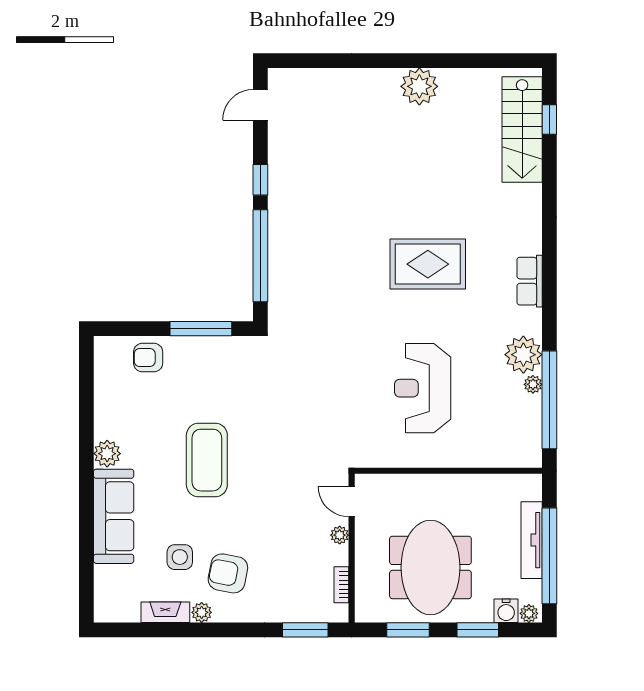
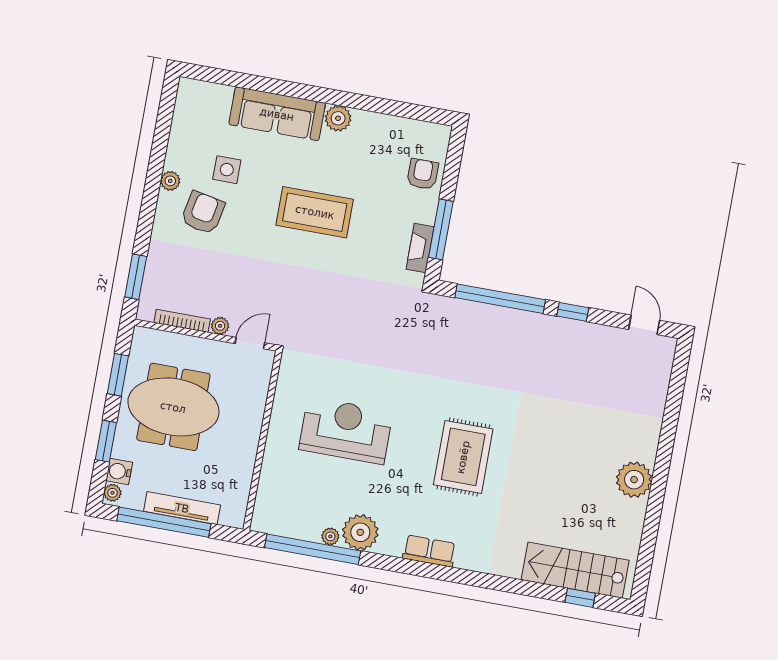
bookcase: (341, 585) -> (182, 321), width x1.56
fireplace: (165, 612) -> (420, 248), moved, turned 180

